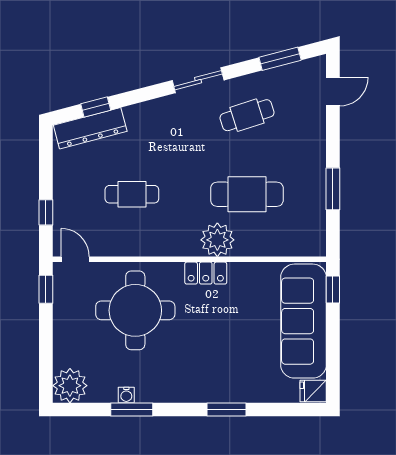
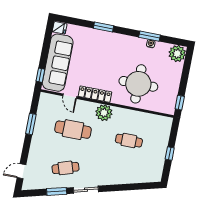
window: (280, 59) -> (57, 191), moved
window: (96, 107) -> (138, 186), removed
dresser: (90, 128) -> (143, 177), removed
window: (46, 212) -> (170, 153), moved
plant: (217, 240) -> (104, 113), moved
door: (75, 259) -> (70, 96), moved
locker: (206, 273) -> (95, 94), width x1.53

